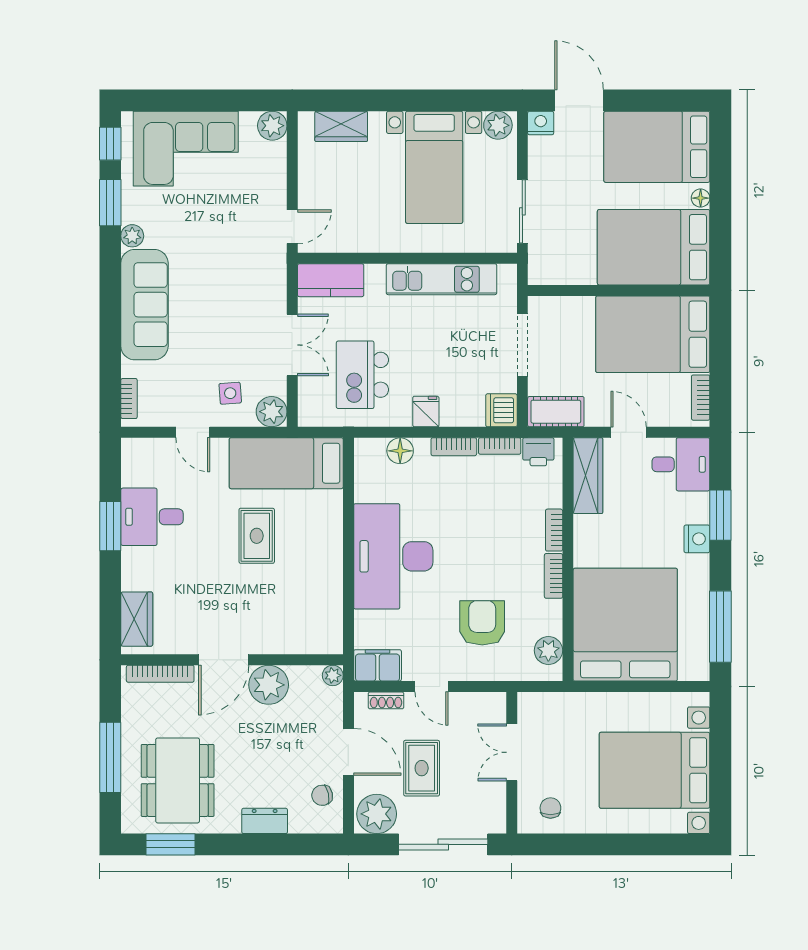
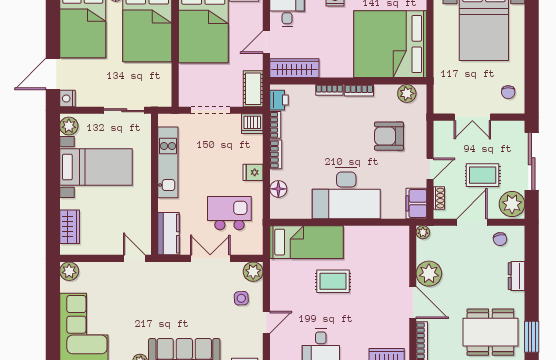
kitchen island: (362, 375) -> (229, 213), turned 180
bed: (286, 463) -> (306, 242), moved, turned -90
chair: (550, 808) -> (508, 92), turned -90

